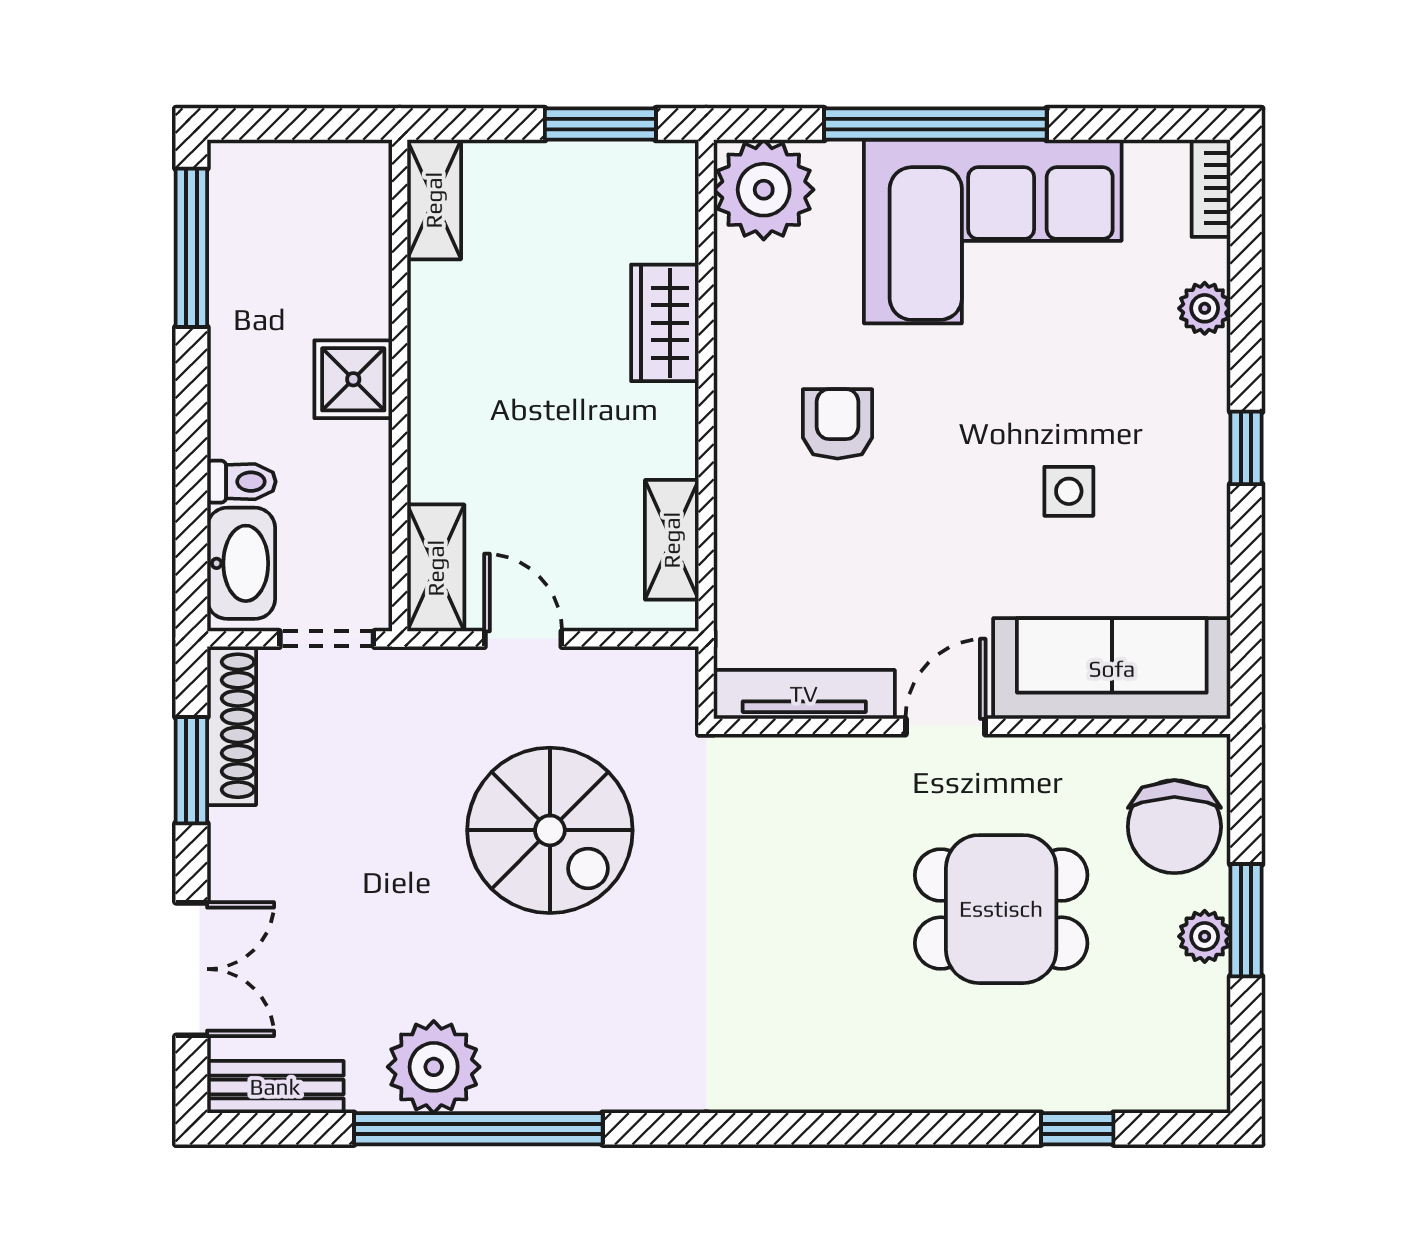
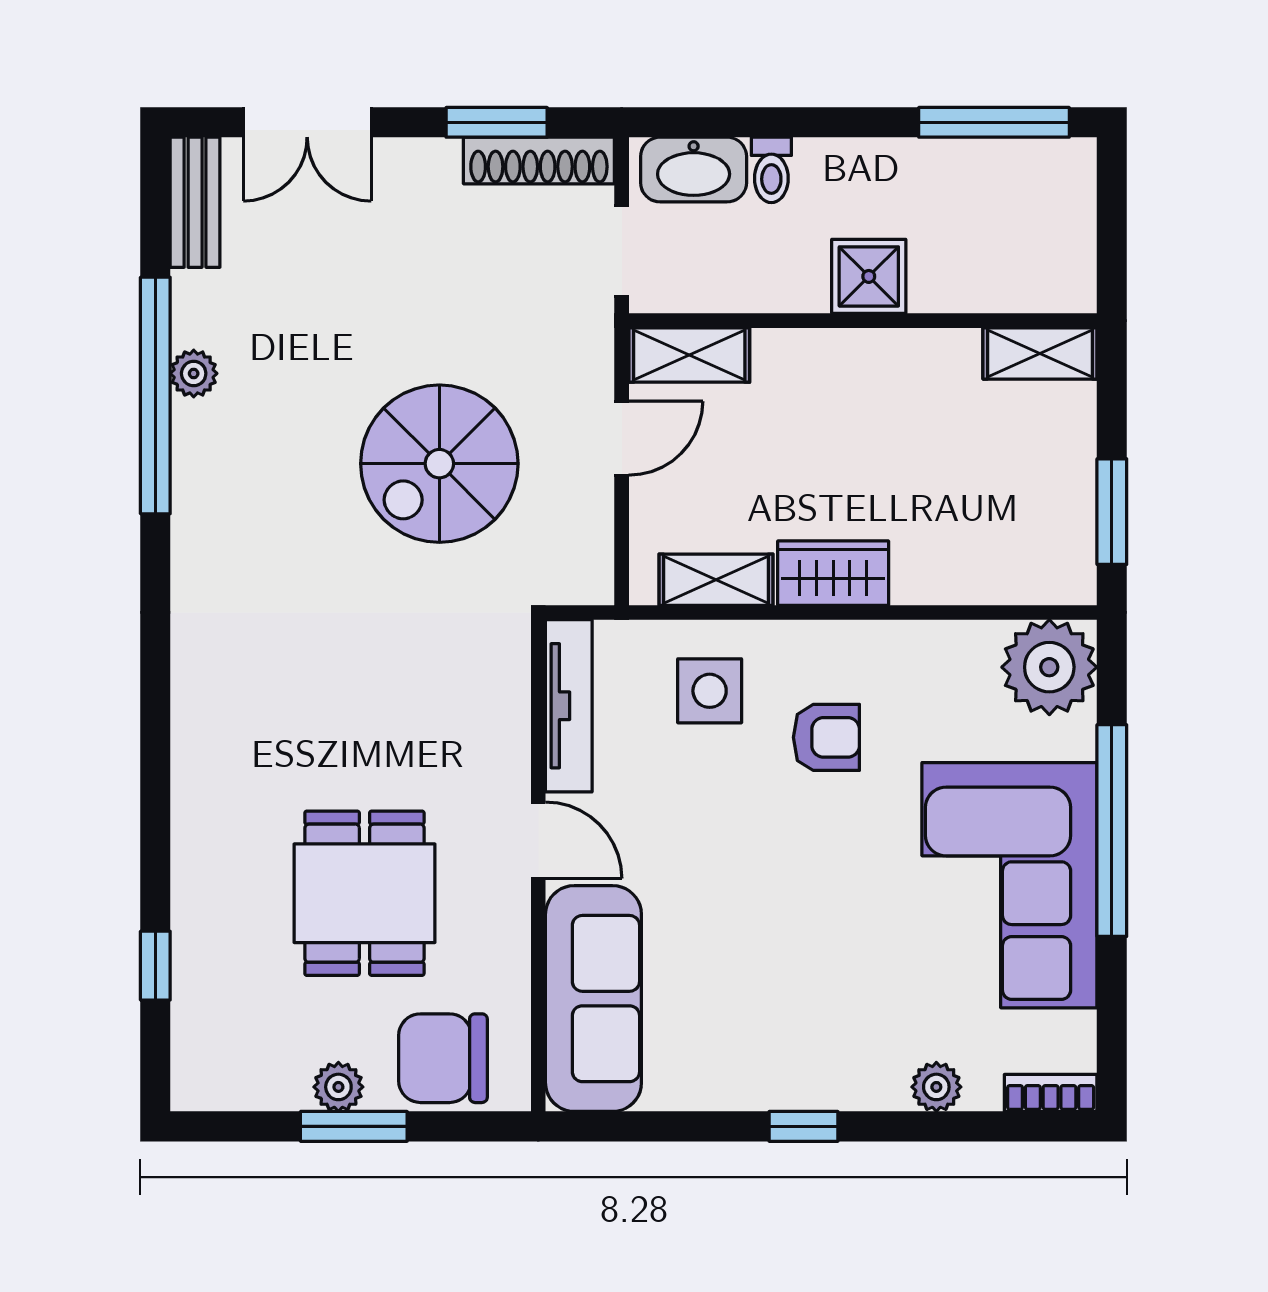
wardrobe: (665, 323) -> (833, 573), moved
side table: (1069, 491) -> (710, 691), moved, width x1.37, depth x1.37
plant: (434, 1067) -> (194, 373), width x0.53, depth x0.53

